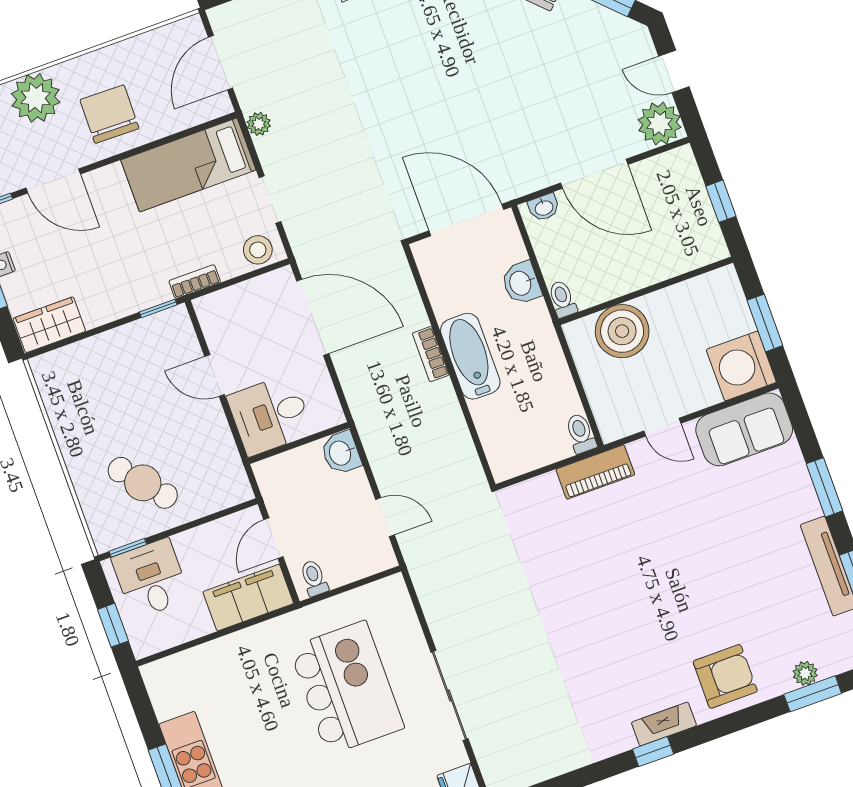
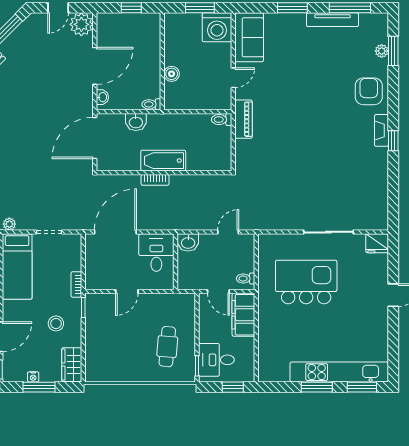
stool: (258, 250) -> (56, 323), moved
boiler: (622, 331) -> (172, 74), width x0.54, depth x0.54
desk: (270, 415) -> (156, 253), moved, turned 180
cafe table: (143, 483) -> (167, 347), turned -45

